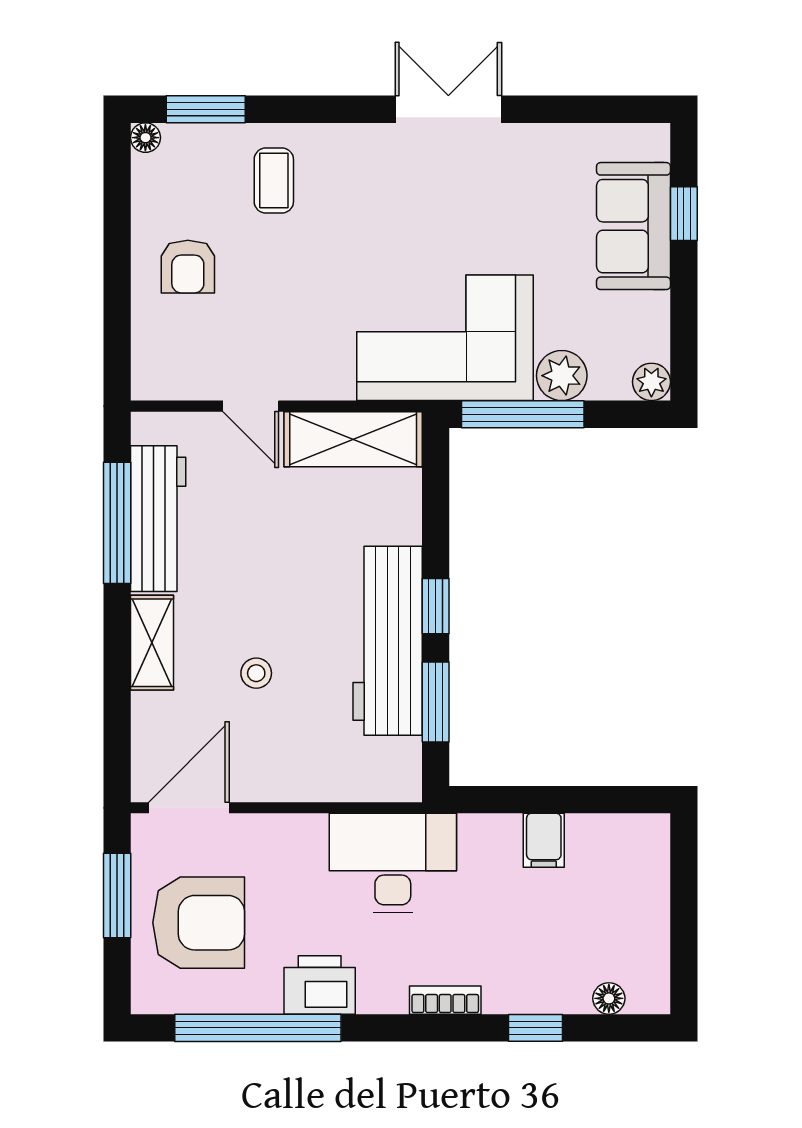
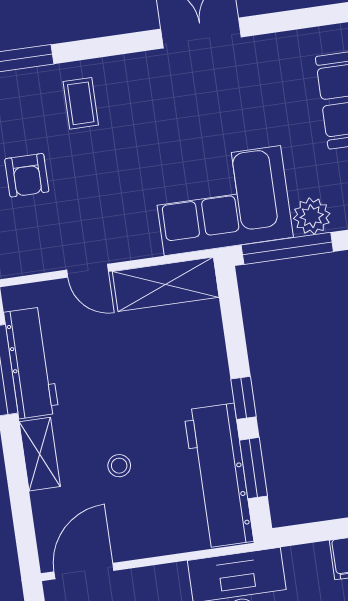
workbench: (388, 641) -> (219, 476), moved

